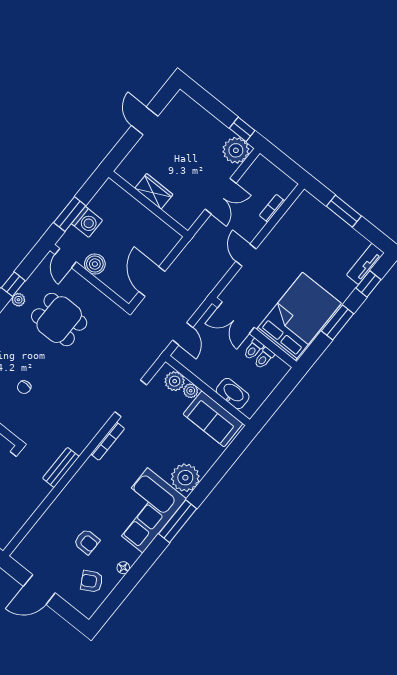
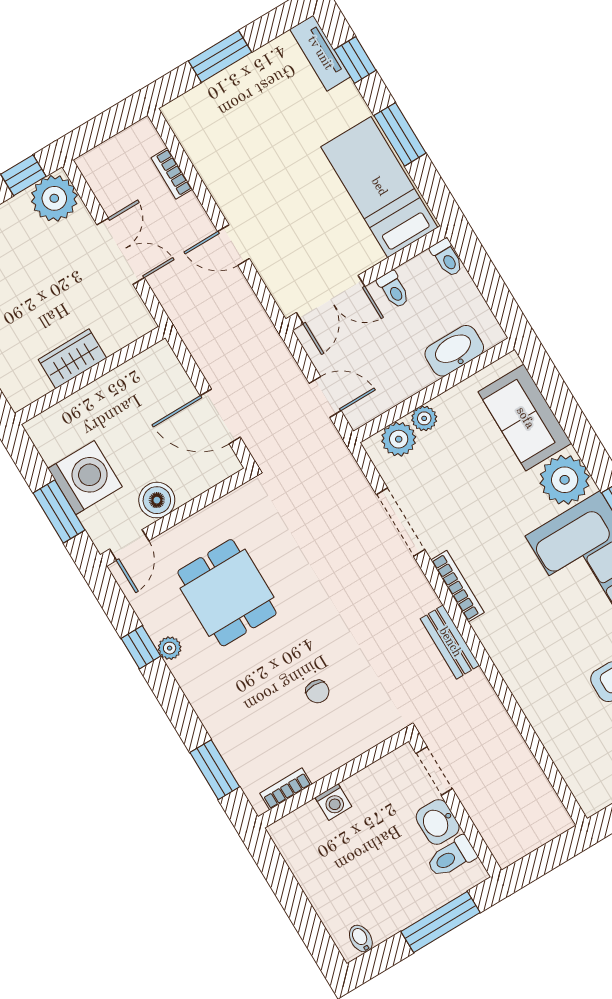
washing machine: (87, 222) -> (85, 478), width x1.37, depth x1.37
door: (66, 258) -> (129, 545), hinge flipped
bed: (299, 316) -> (379, 187), width x0.67
dining table: (59, 320) -> (227, 593), turned 90
toilet: (264, 358) -> (447, 258), moved
sofa: (213, 419) -> (525, 418), moved, turned 90
bench: (61, 467) -> (450, 642), moved

